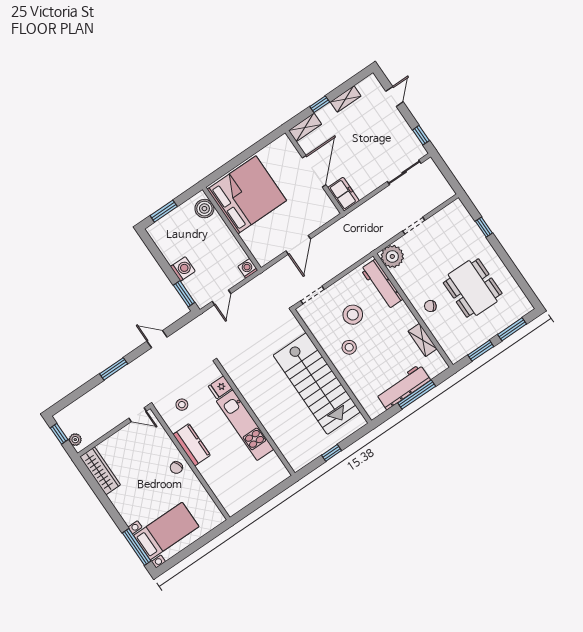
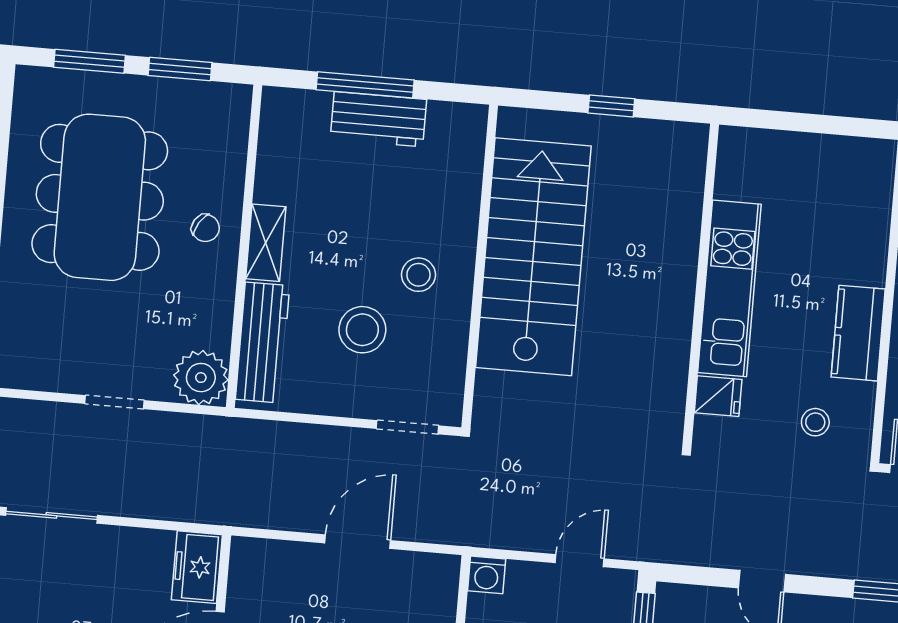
dining table: (473, 288) -> (100, 197), width x1.36, depth x1.24
shelving: (423, 340) -> (266, 243), moved
workbench: (403, 387) -> (378, 119), width x0.73

